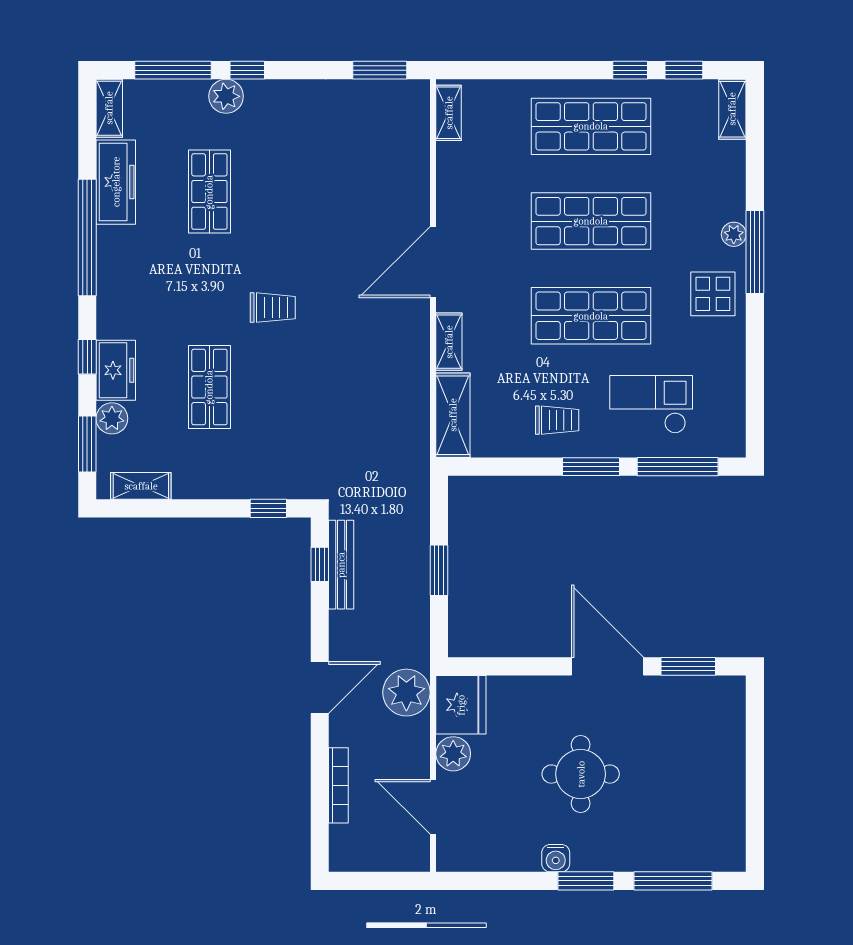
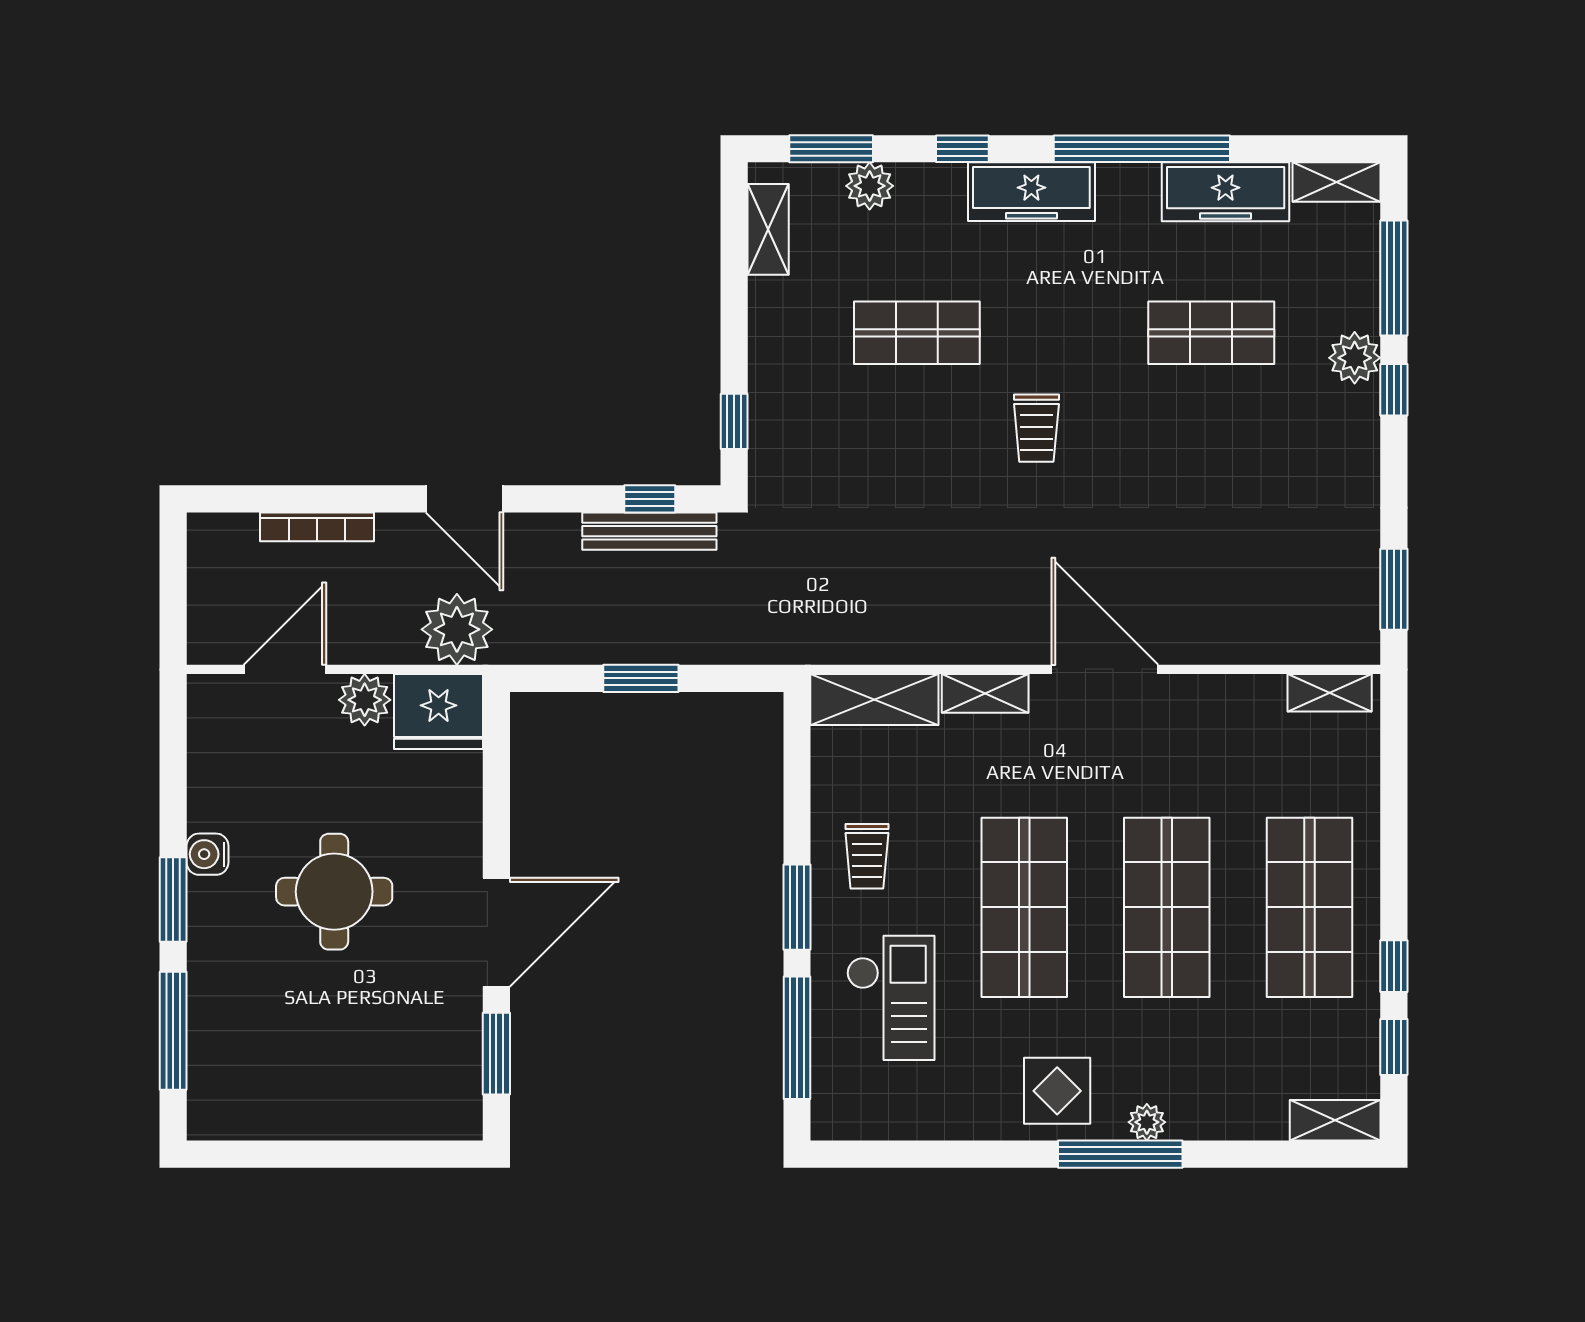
freezer: (116, 370) -> (1031, 192), moved, width x1.40

